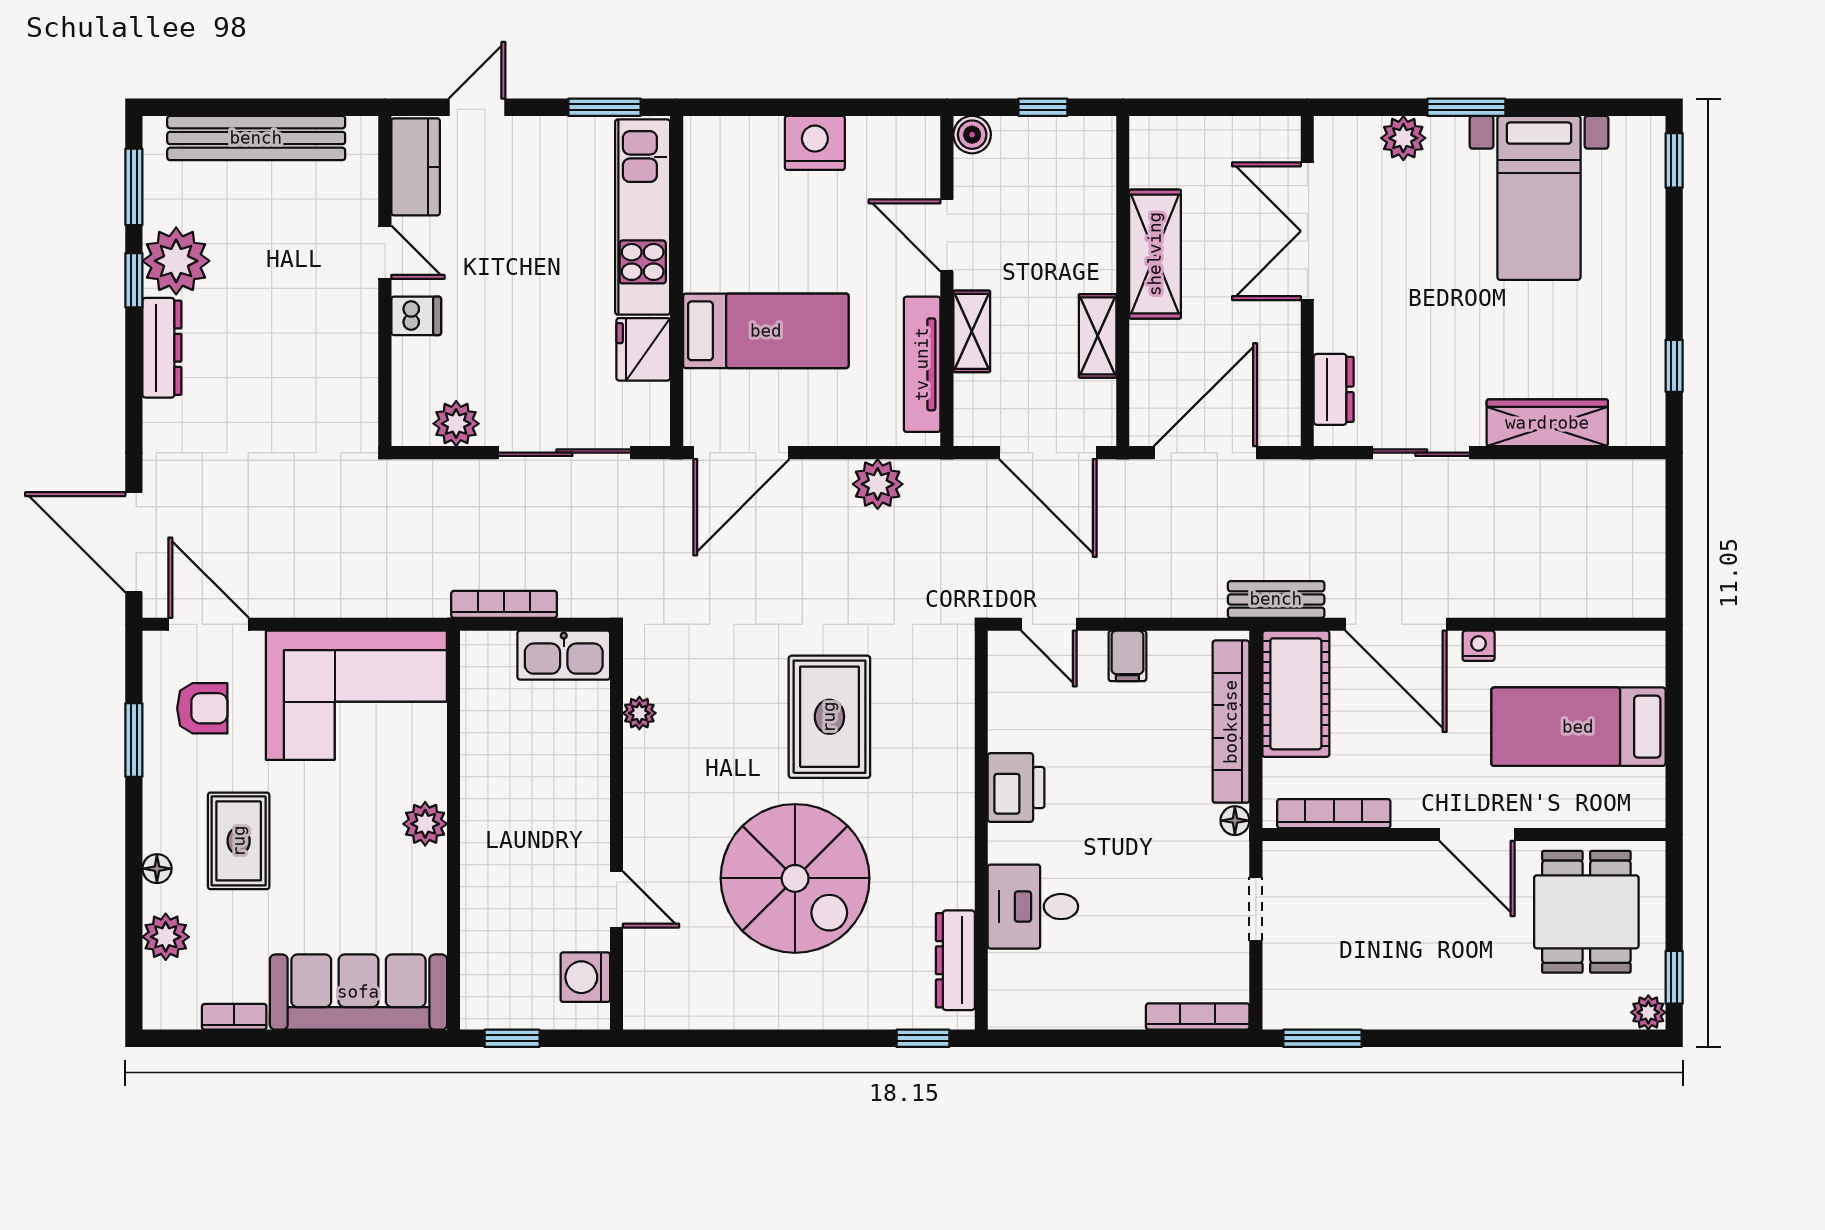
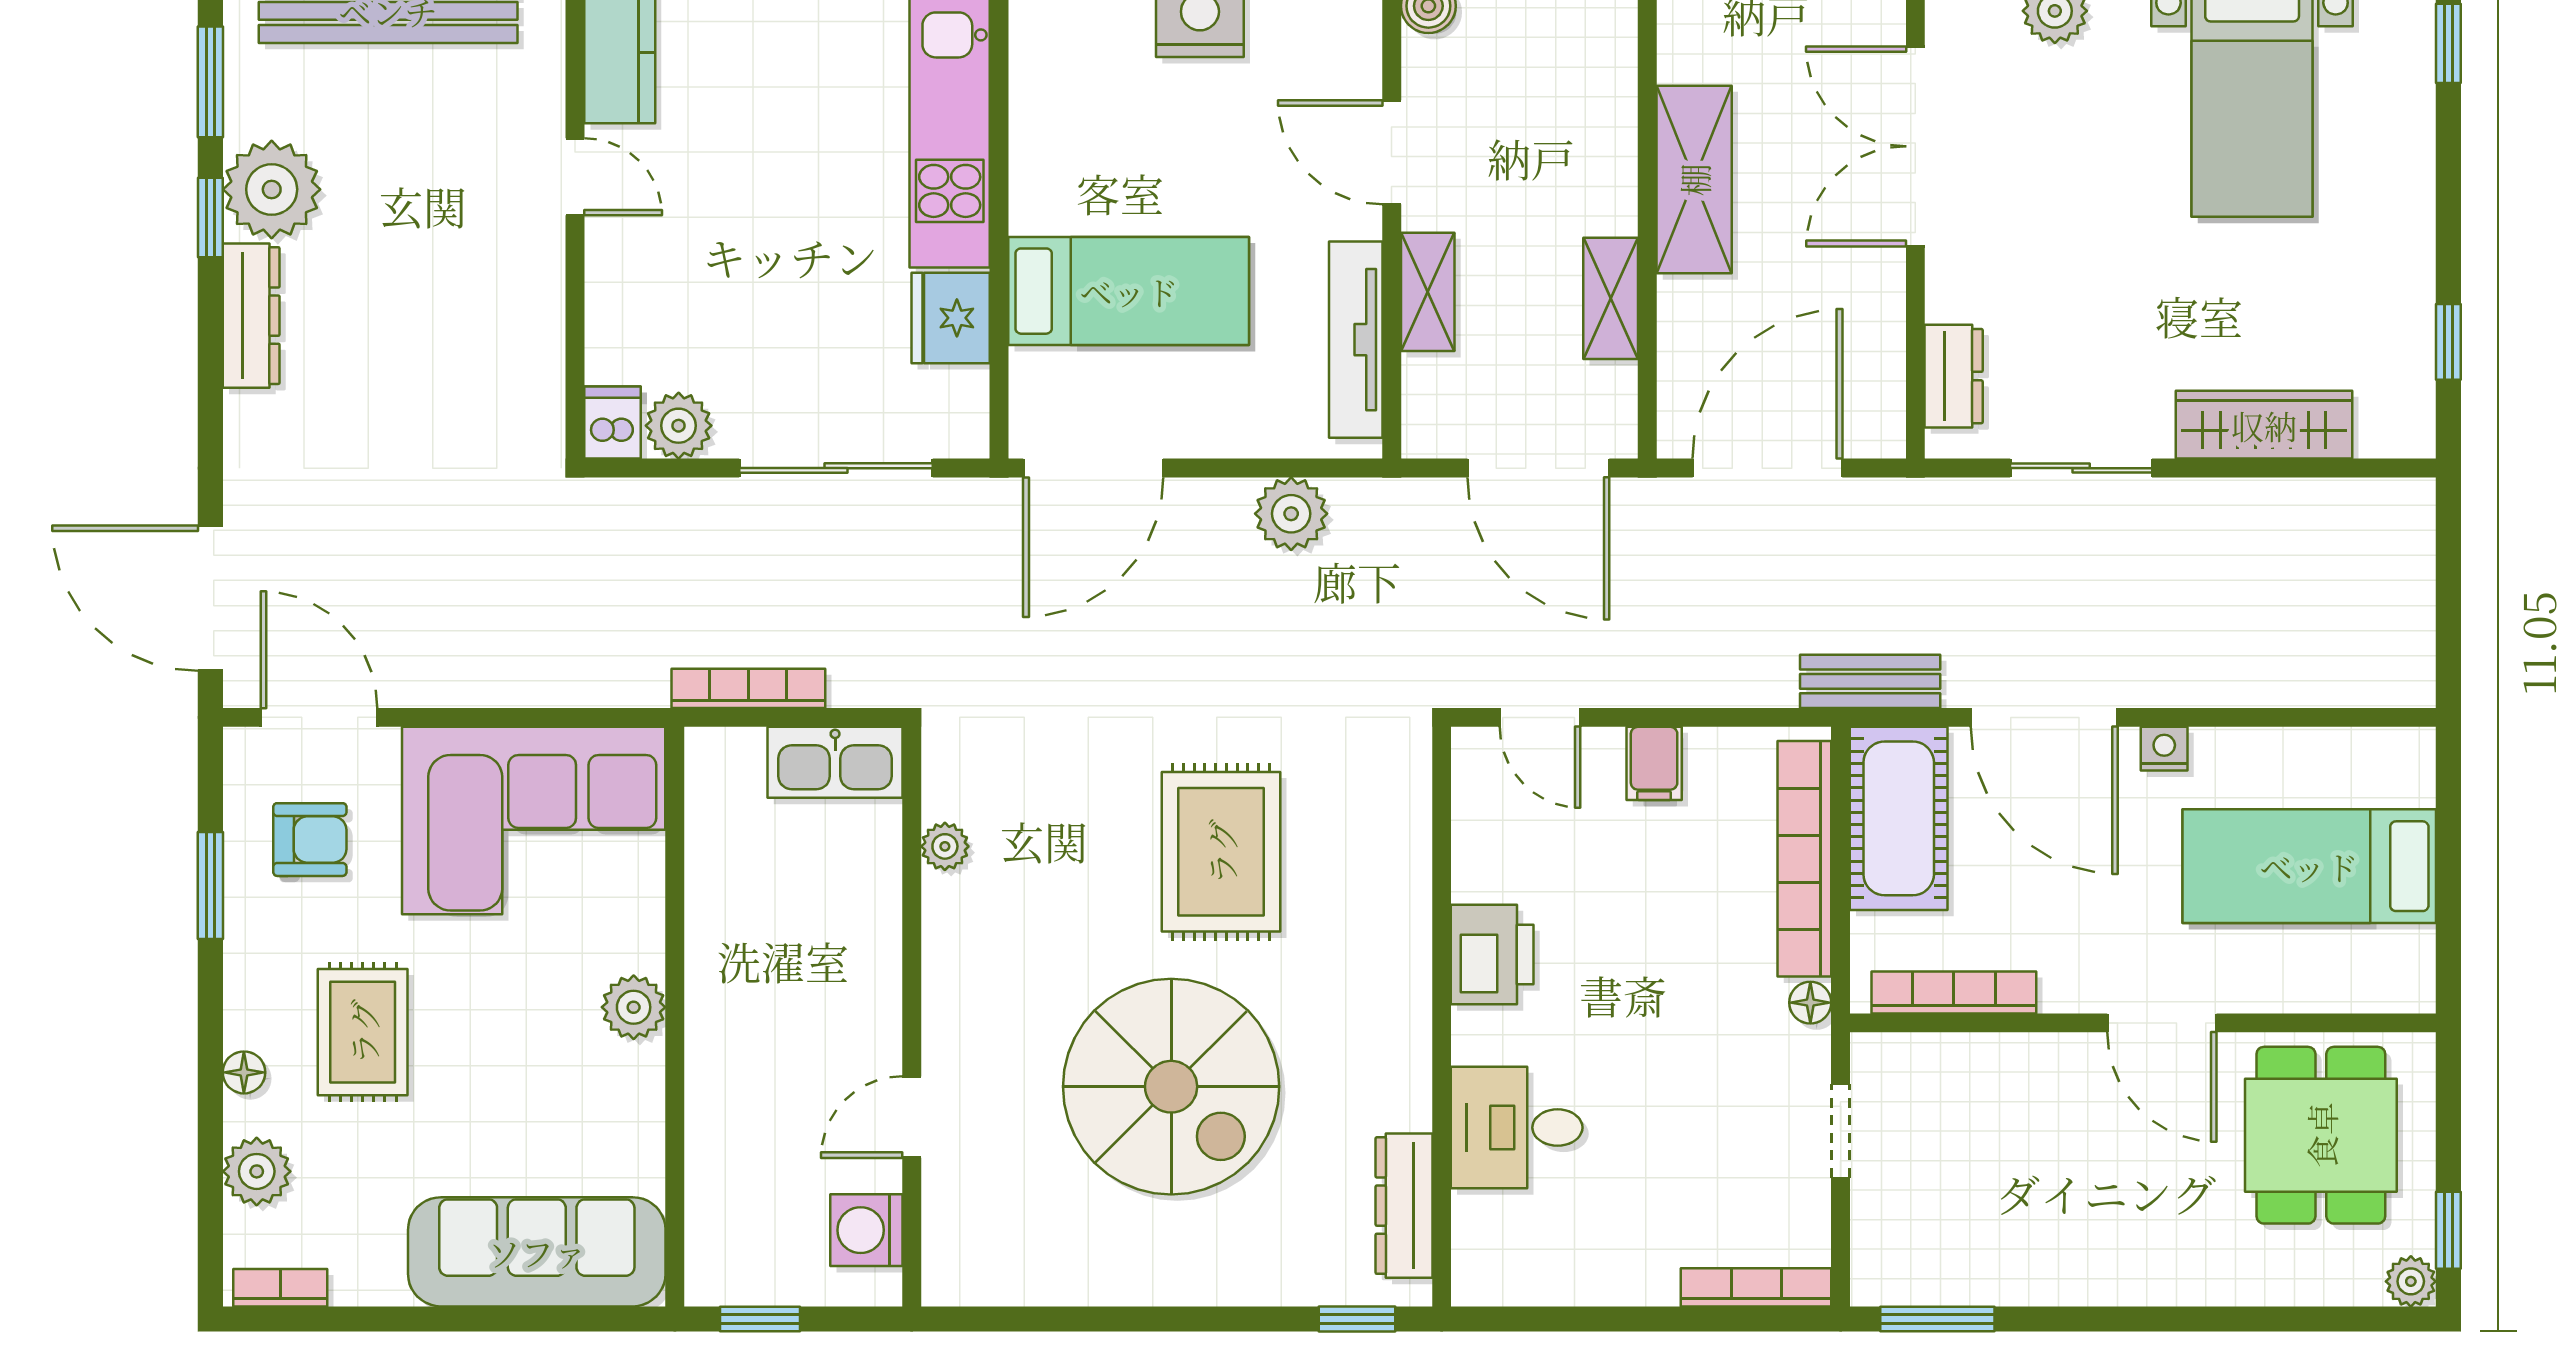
dishwasher: (416, 316) -> (612, 423), moved, turned -90
door: (617, 899) -> (912, 1117), swing flipped
bookcase: (234, 1017) -> (280, 1288), moved

